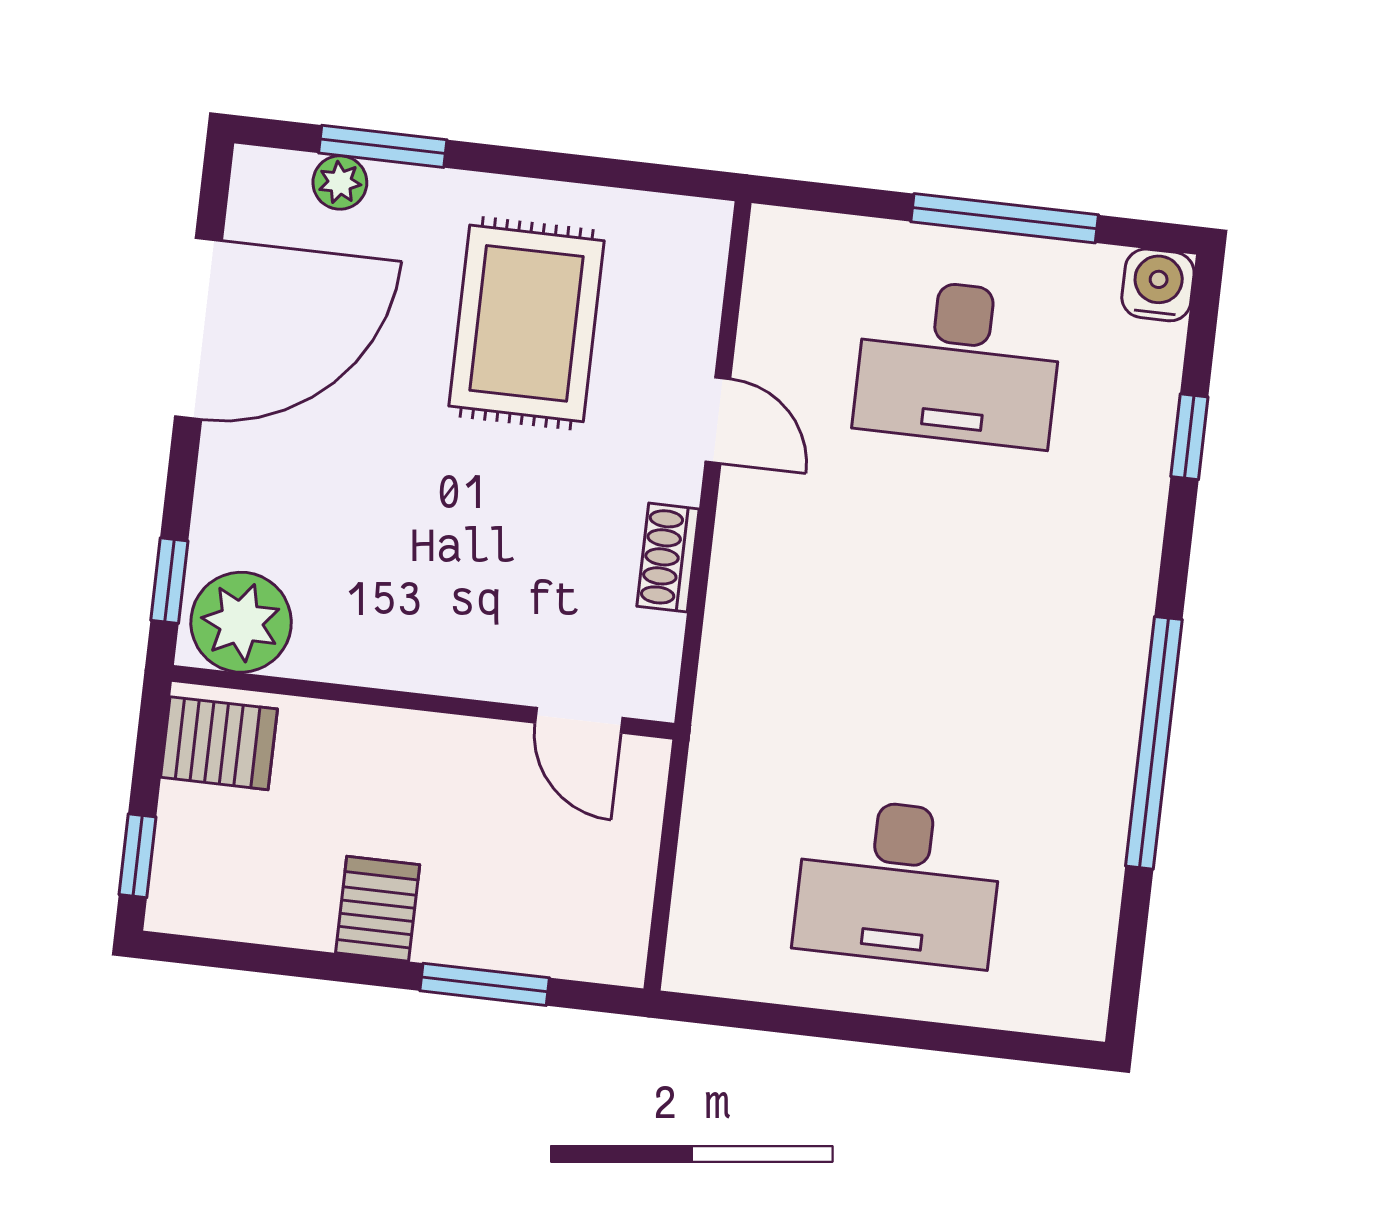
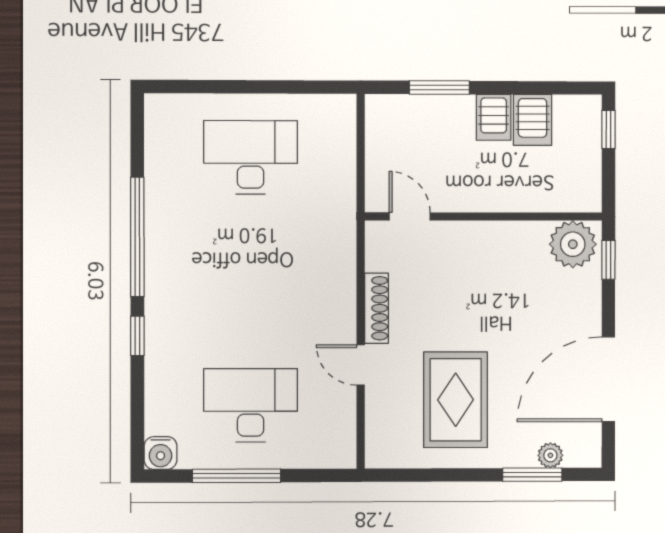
window: (1189, 437) -> (137, 336), moved
shoe rack: (668, 558) -> (377, 308), width x1.43
server rack: (219, 743) -> (533, 120), moved, turned -90

